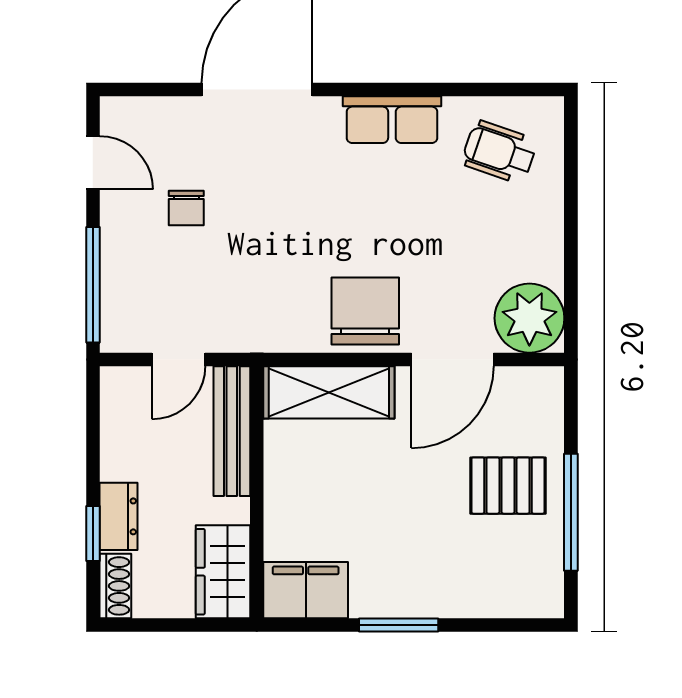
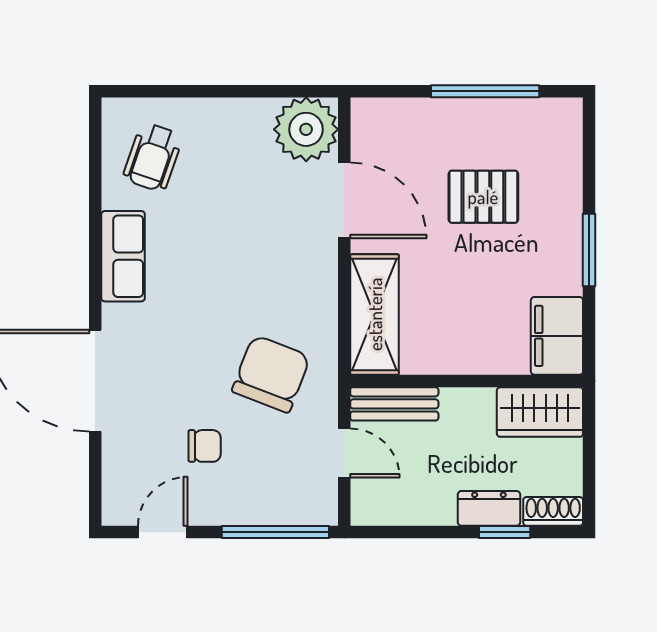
chair: (365, 311) -> (271, 374), moved, turned 111
bench: (232, 431) -> (394, 404), width x0.73
pallet: (508, 486) -> (483, 197), moved, turned 90

